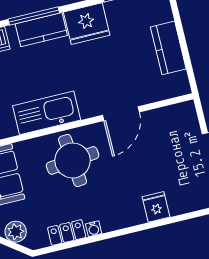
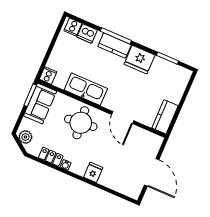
kitchen counter: (168, 48) -> (165, 117), moved
door: (121, 114) -> (123, 118), hinge flipped
fridge: (156, 207) -> (93, 172), moved

